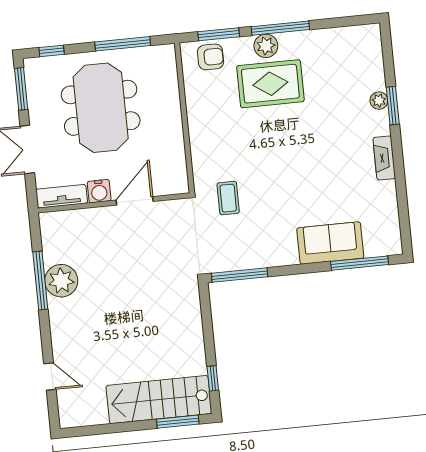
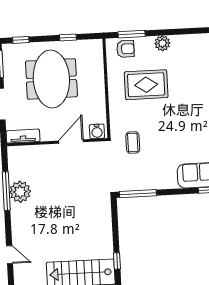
window: (280, 28) -> (172, 32), removed
window: (123, 44) -> (68, 37), width x0.46
rug: (270, 84) -> (146, 85), moved
water cooler: (99, 191) -> (97, 131), moved

